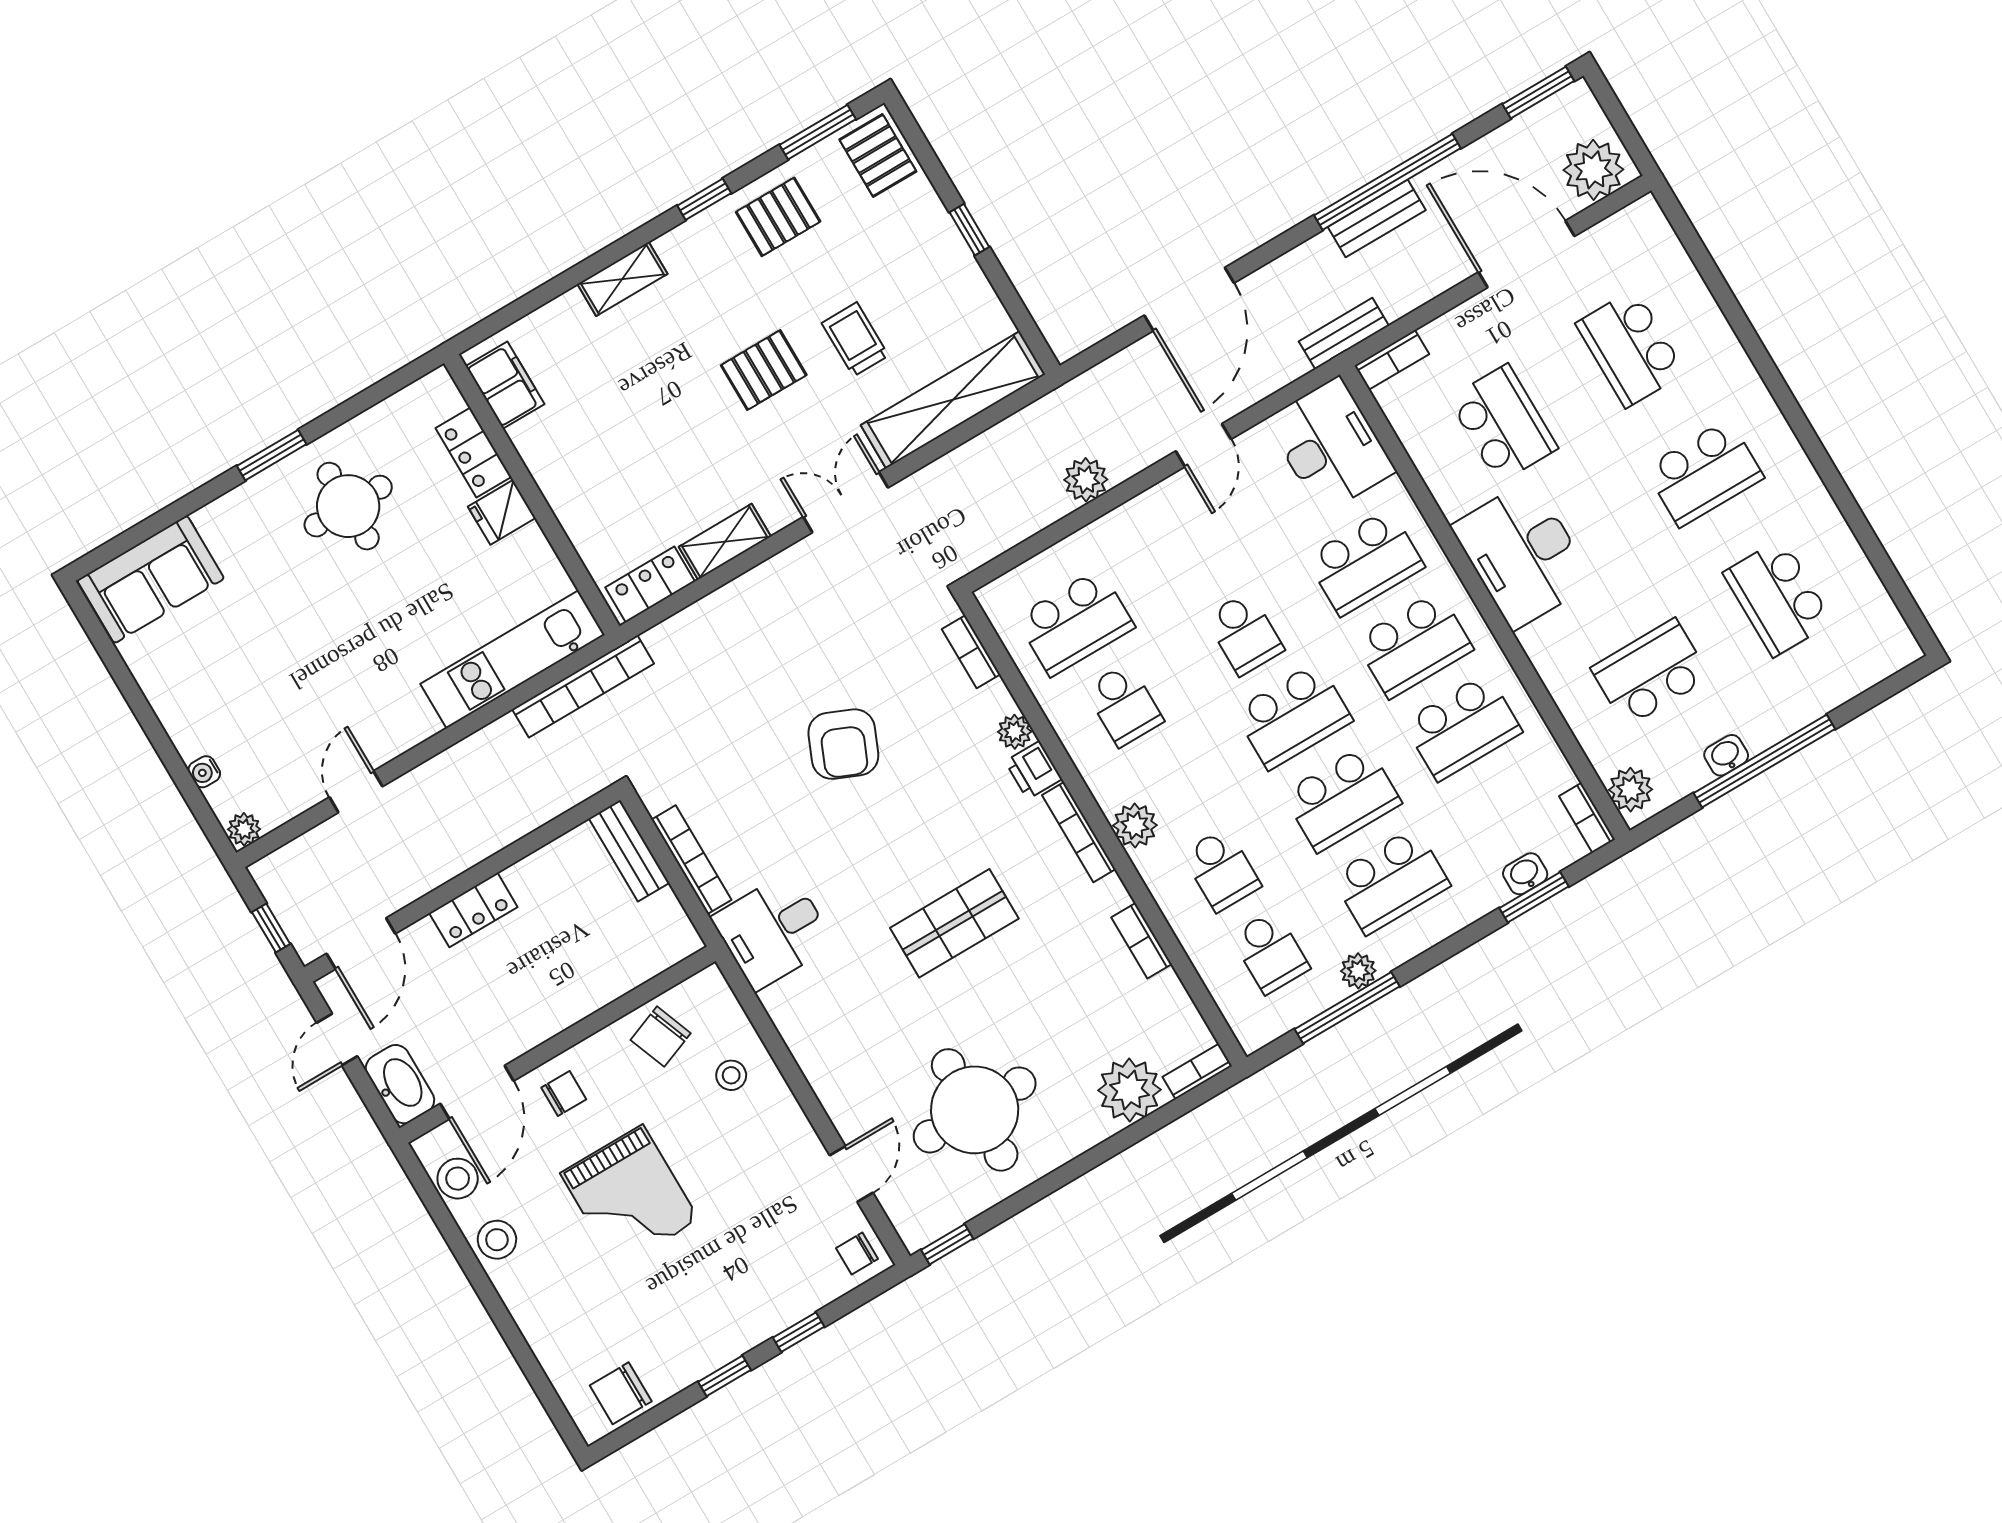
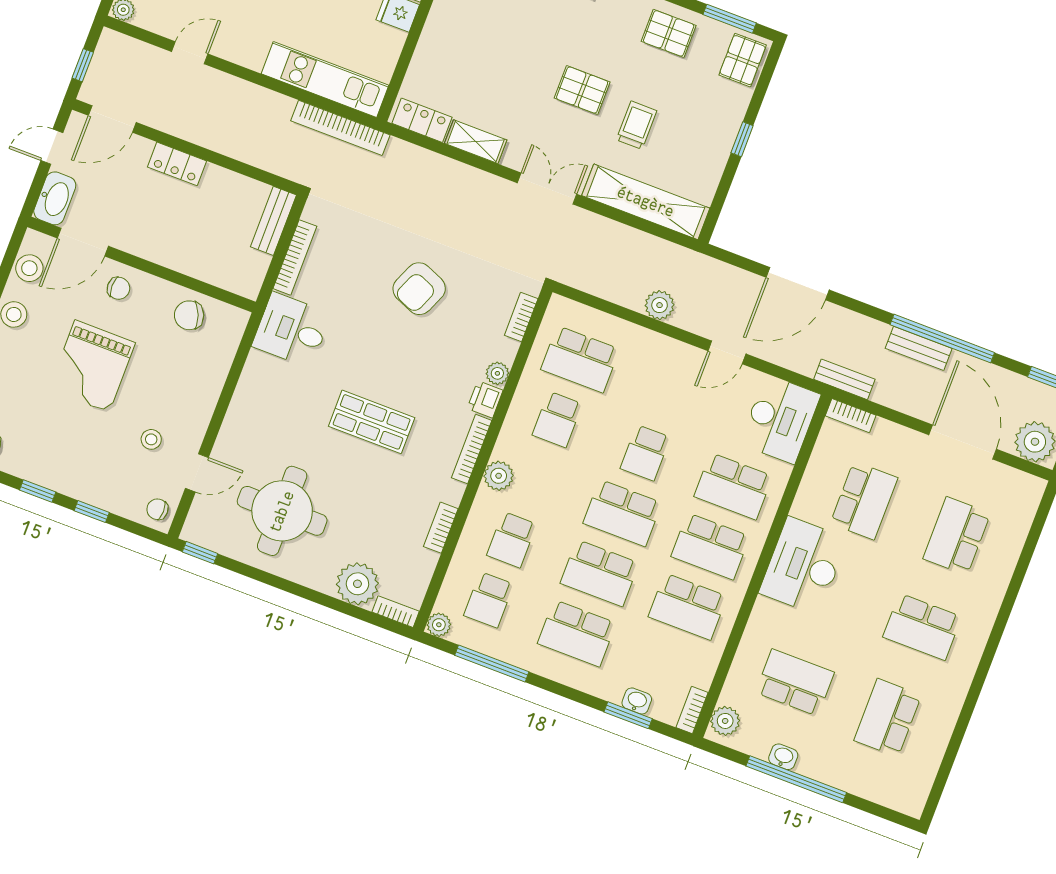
plant: (1358, 971) -> (439, 625), moved
stool: (731, 1075) -> (151, 439), moved

